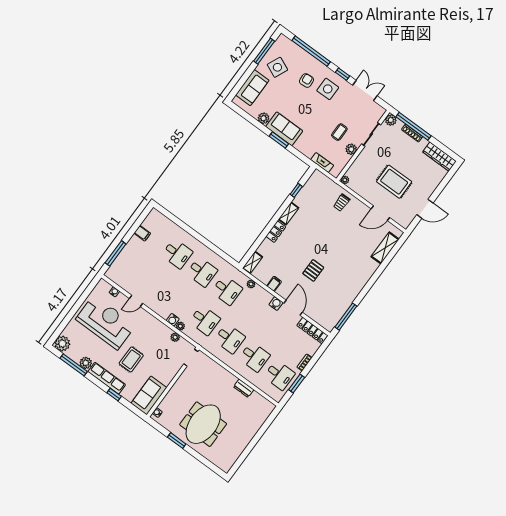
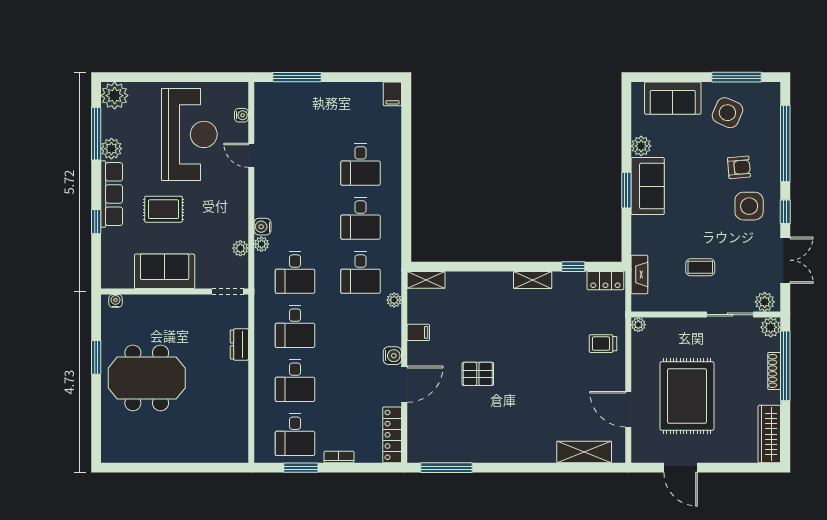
plant: (351, 149) -> (765, 302), moved
rug: (394, 182) -> (687, 396), width x1.37, depth x1.44
locker: (276, 232) -> (605, 281), moved
filing cabinet: (142, 233) -> (392, 94), moved
dresser: (244, 388) -> (239, 344), moved
sofa: (149, 395) -> (165, 271), moved

